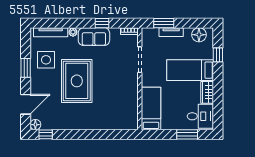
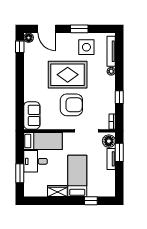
floor lamp: (199, 35) -> (109, 141), moved
sofa: (94, 37) -> (32, 115), moved, turned 180
armchair: (111, 77) -> (71, 105), added
desk: (200, 116) -> (35, 161), moved, turned 90

